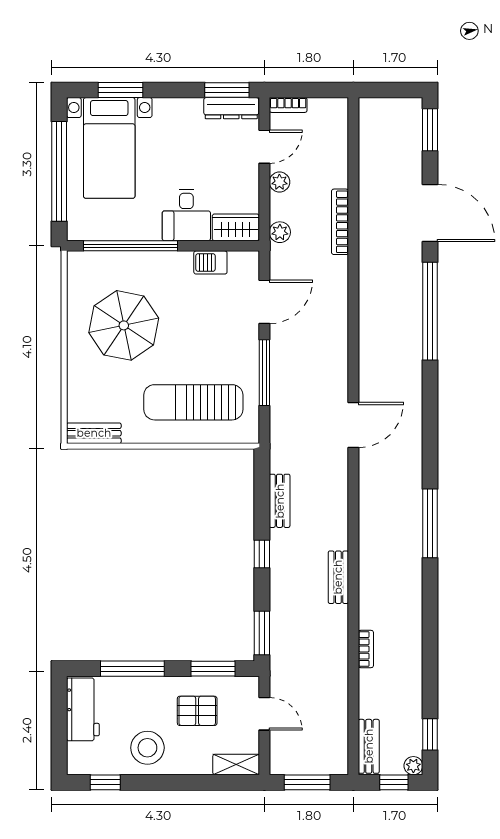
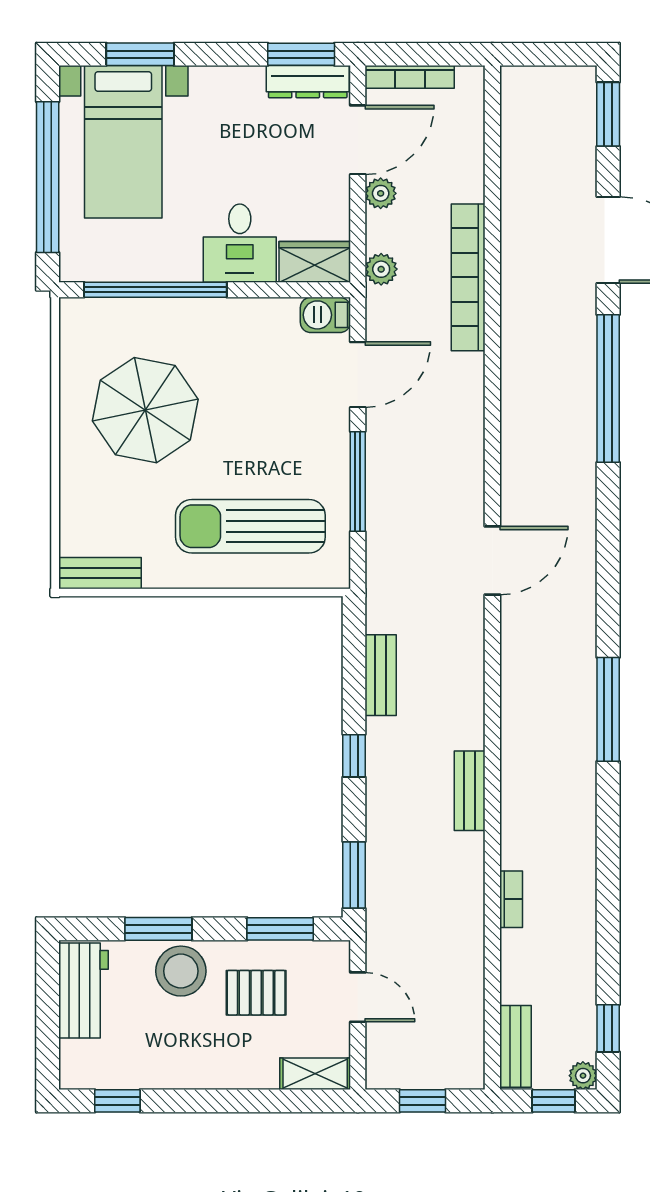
bookcase: (288, 105) -> (410, 77), width x1.56
door: (264, 147) -> (358, 140), width x1.38
bookcase: (340, 222) -> (468, 277), width x1.48, depth x1.31
barbecue: (210, 262) -> (325, 315), moved
window: (132, 669) -> (158, 929), width x0.69
stool: (147, 748) -> (181, 971), moved
window: (307, 782) -> (422, 1101), width x0.67

